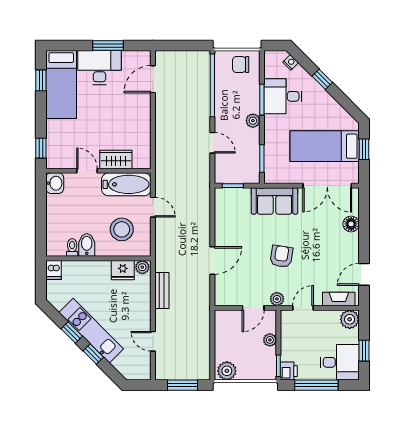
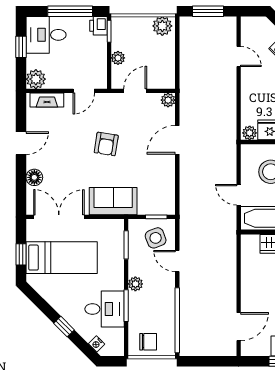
side table: (233, 165) -> (156, 238), added
door: (364, 274) -> (21, 143), moved
bench: (162, 290) -> (229, 109), removed
plant: (277, 299) -> (168, 100), moved

